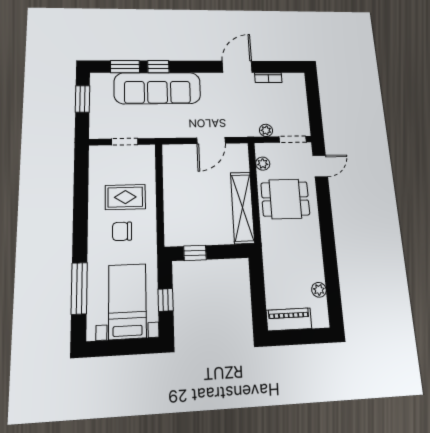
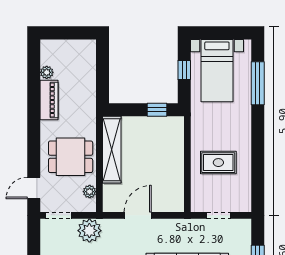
plant: (266, 130) -> (89, 231), width x1.87, depth x1.87
chair: (122, 231) -> (221, 131), removed
piano: (289, 319) -> (49, 100), moved, turned -90

